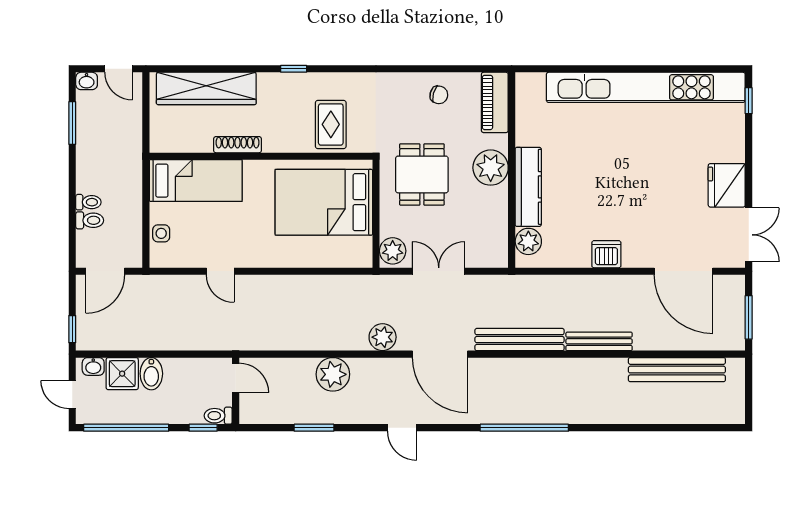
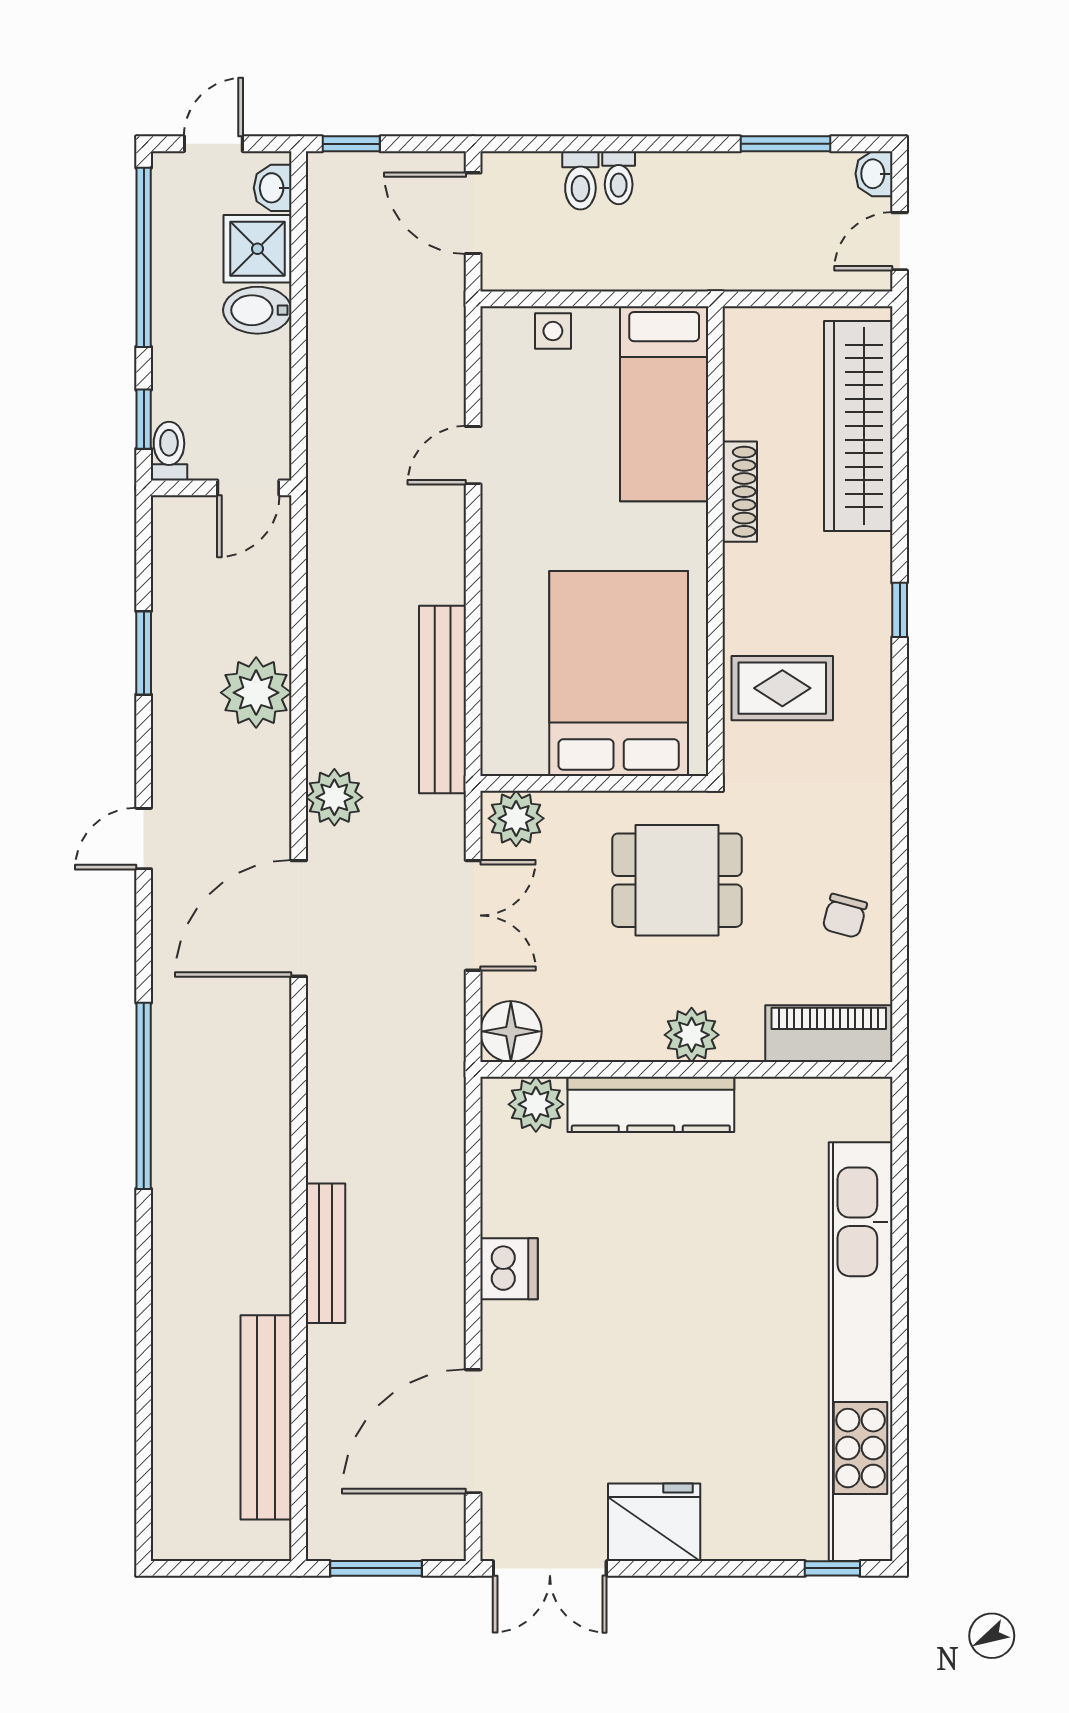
plant: (491, 168) -> (692, 1035), width x0.73, depth x0.73
floor lamp: (494, 253) -> (511, 1031), added
bench: (520, 340) -> (443, 699), moved

